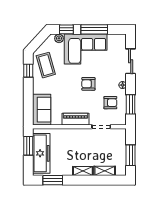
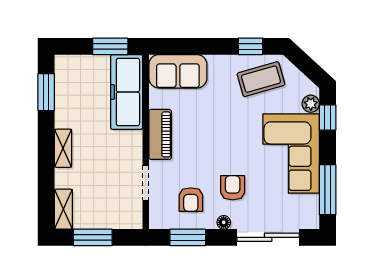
window: (94, 29) -> (328, 190), moved
sliding door: (131, 61) -> (268, 237), width x1.37
armchair: (88, 84) -> (233, 188), moved
freezer: (41, 153) -> (127, 92), moved, turned 90
shelving: (105, 171) -> (63, 209), moved

